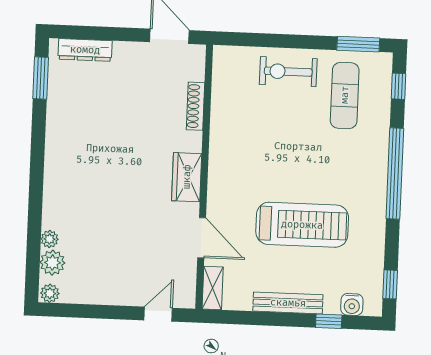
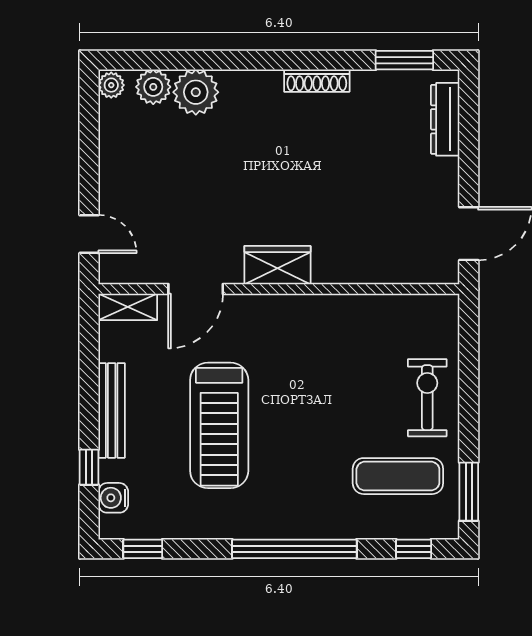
shoe rack: (196, 106) -> (317, 81), moved, turned 180
plant: (50, 239) -> (196, 92), width x1.88, depth x1.88

